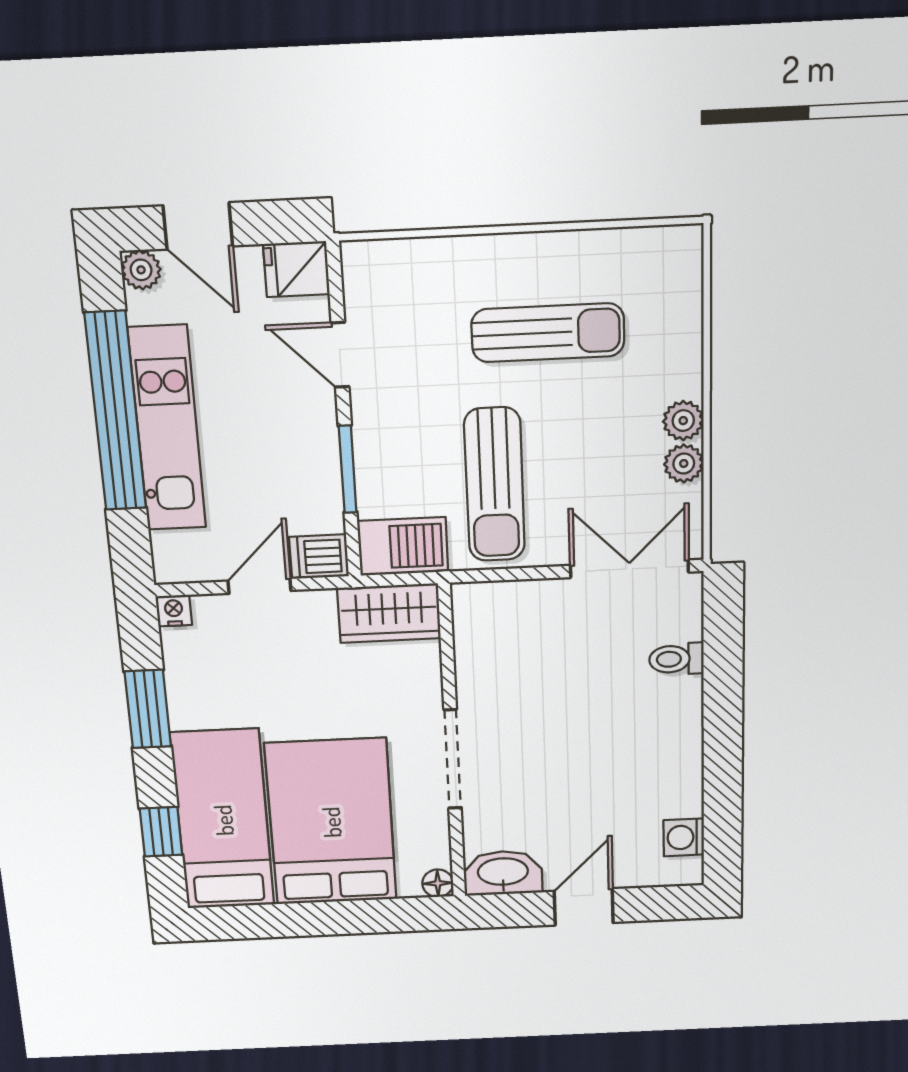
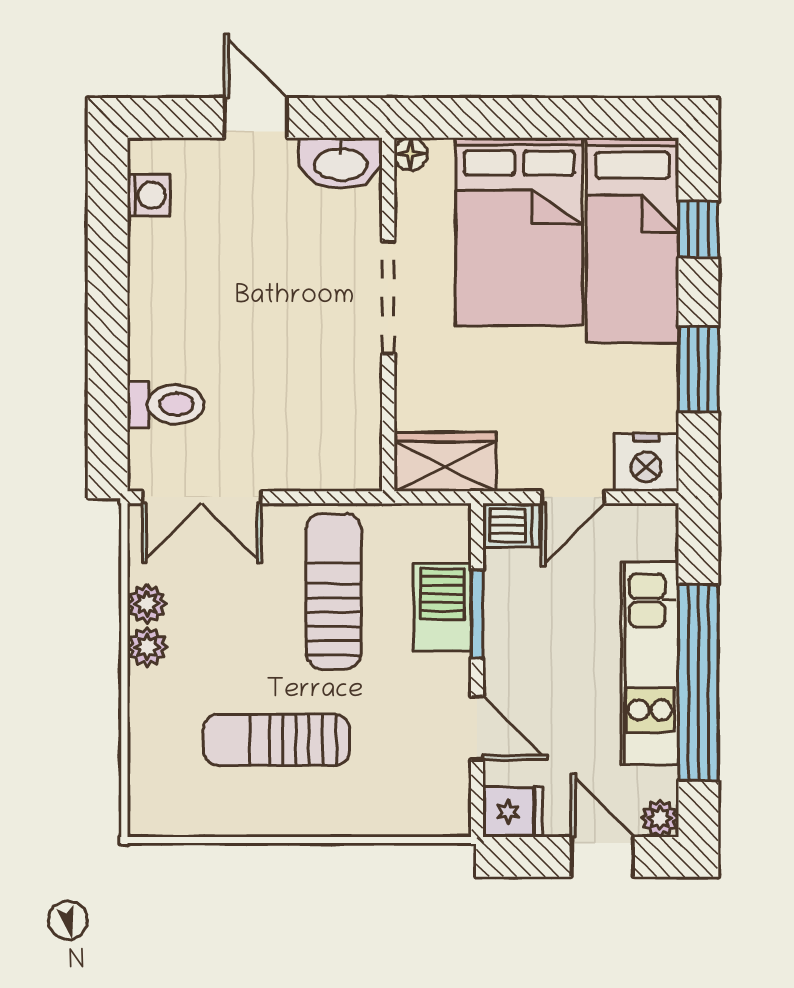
barbecue: (403, 546) -> (442, 607), moved, turned 90
nightstand: (174, 611) -> (646, 462), width x1.89, depth x1.79
toilet: (676, 659) -> (166, 404), width x1.37, depth x1.39
door: (584, 907) -> (256, 118), swing flipped

